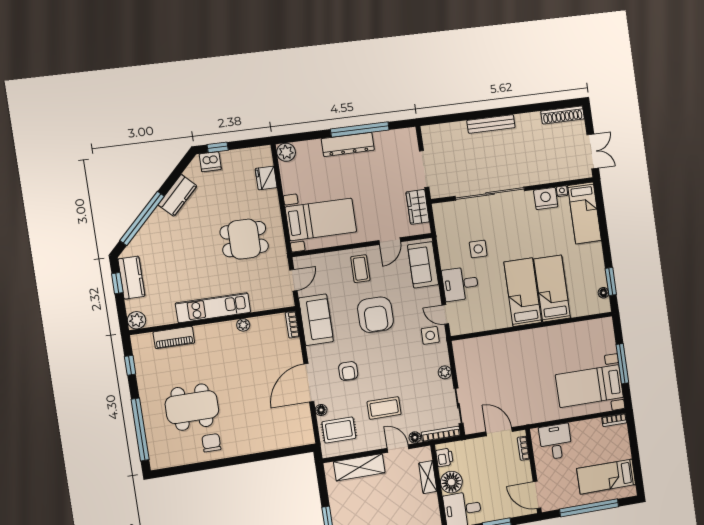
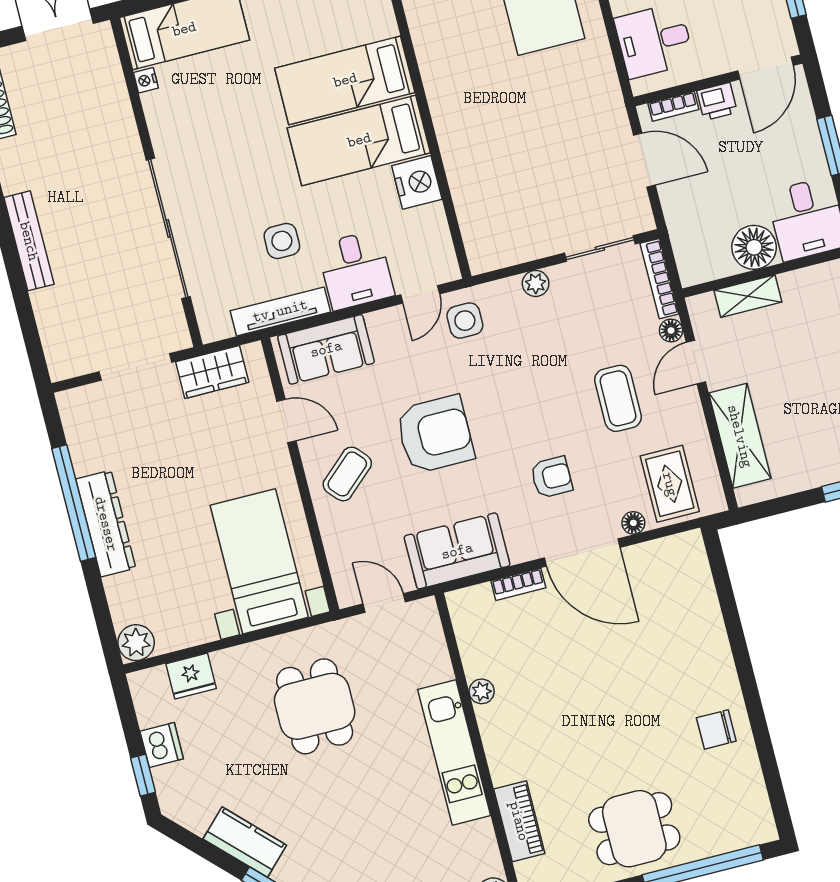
dishwasher: (210, 162) -> (162, 745), moved
nightstand: (546, 198) -> (417, 182), moved, turned 180
tv unit: (444, 244) -> (280, 311), added
coffee table: (360, 269) -> (347, 474), turned -42
bookcase: (292, 325) -> (518, 584), moved
dining table: (192, 407) -> (634, 829), moved, width x0.73
door: (499, 432) -> (644, 160), swing flipped
printer: (445, 457) -> (717, 101), moved, turned 180

